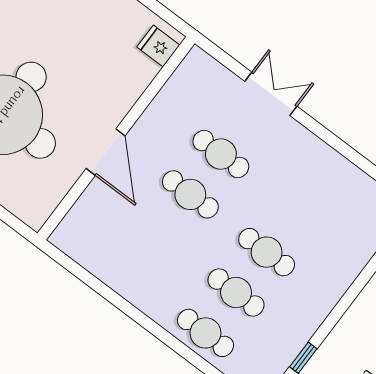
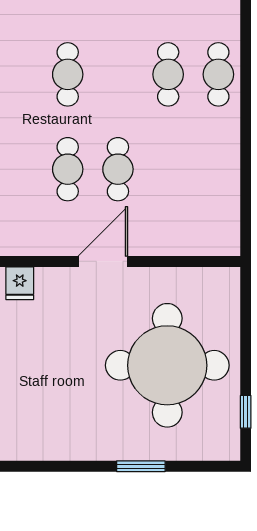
door: (106, 152) -> (103, 261), moved
cafe table: (267, 252) -> (68, 74), moved

